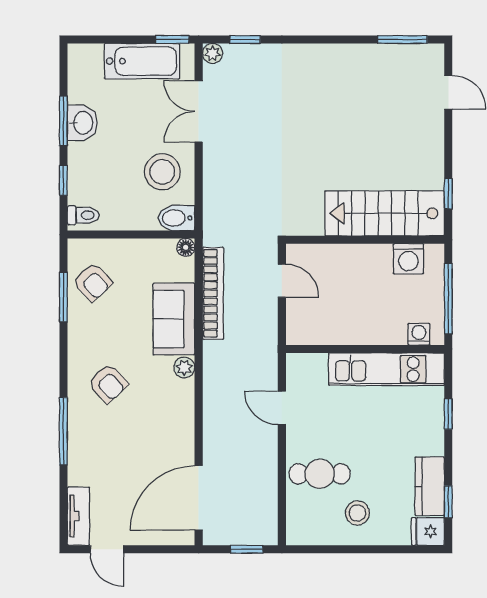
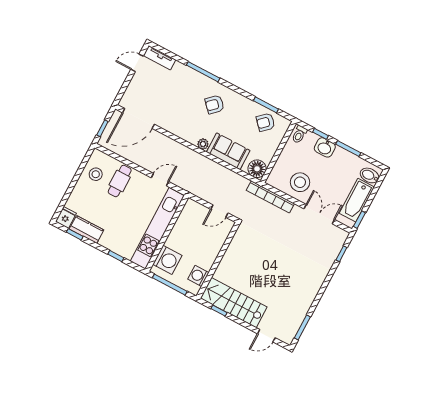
plant: (213, 53) -> (343, 235), removed
washbasin: (82, 123) -> (325, 147), moved
stairs: (385, 213) -> (234, 303), moved, turned -90
bidet: (176, 218) -> (370, 175), moved, turned -90
floor lamp: (186, 247) -> (257, 169), width x1.89, depth x1.89
bookcase: (213, 293) -> (270, 197), moved
washing machine: (419, 334) -> (167, 260), width x1.89, depth x1.89
kitchen unit: (387, 369) -> (157, 228), width x1.36
door: (199, 498) -> (138, 118), swing flipped
stool: (357, 513) -> (96, 174), moved

